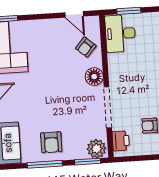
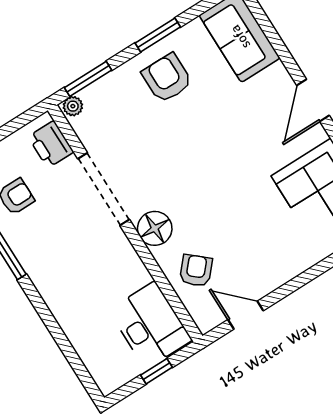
window: (129, 11) -> (157, 371), width x0.67
plant: (97, 149) -> (73, 106), width x0.53, depth x0.53
window: (45, 164) -> (158, 35), width x0.69

